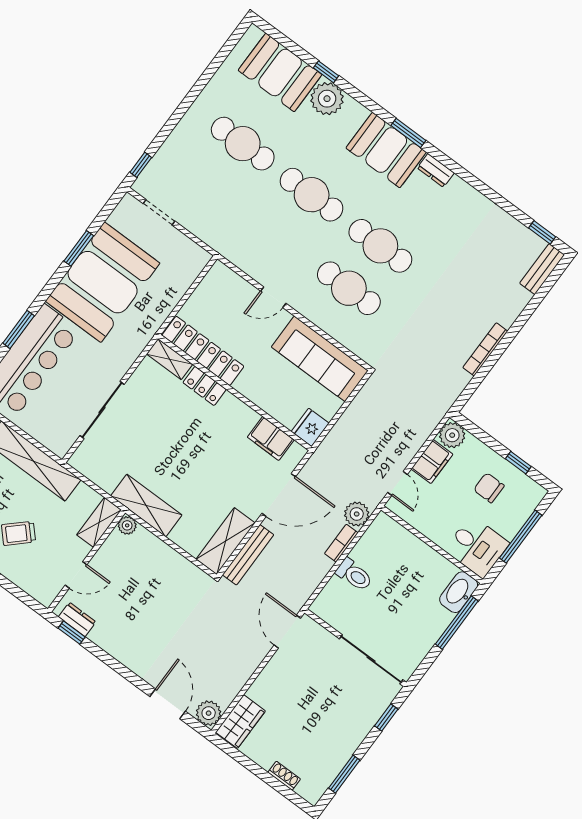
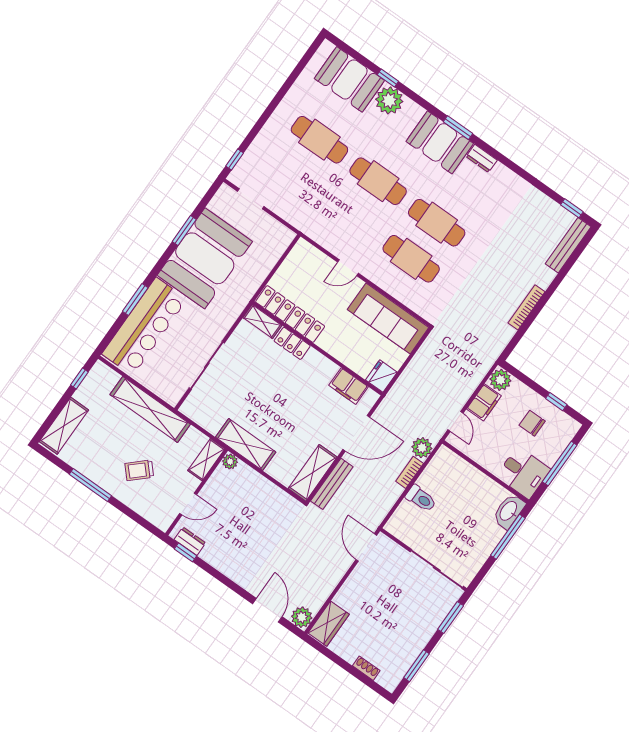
bench: (542, 269) -> (568, 245), width x1.36
window: (386, 718) -> (451, 617), width x1.50

